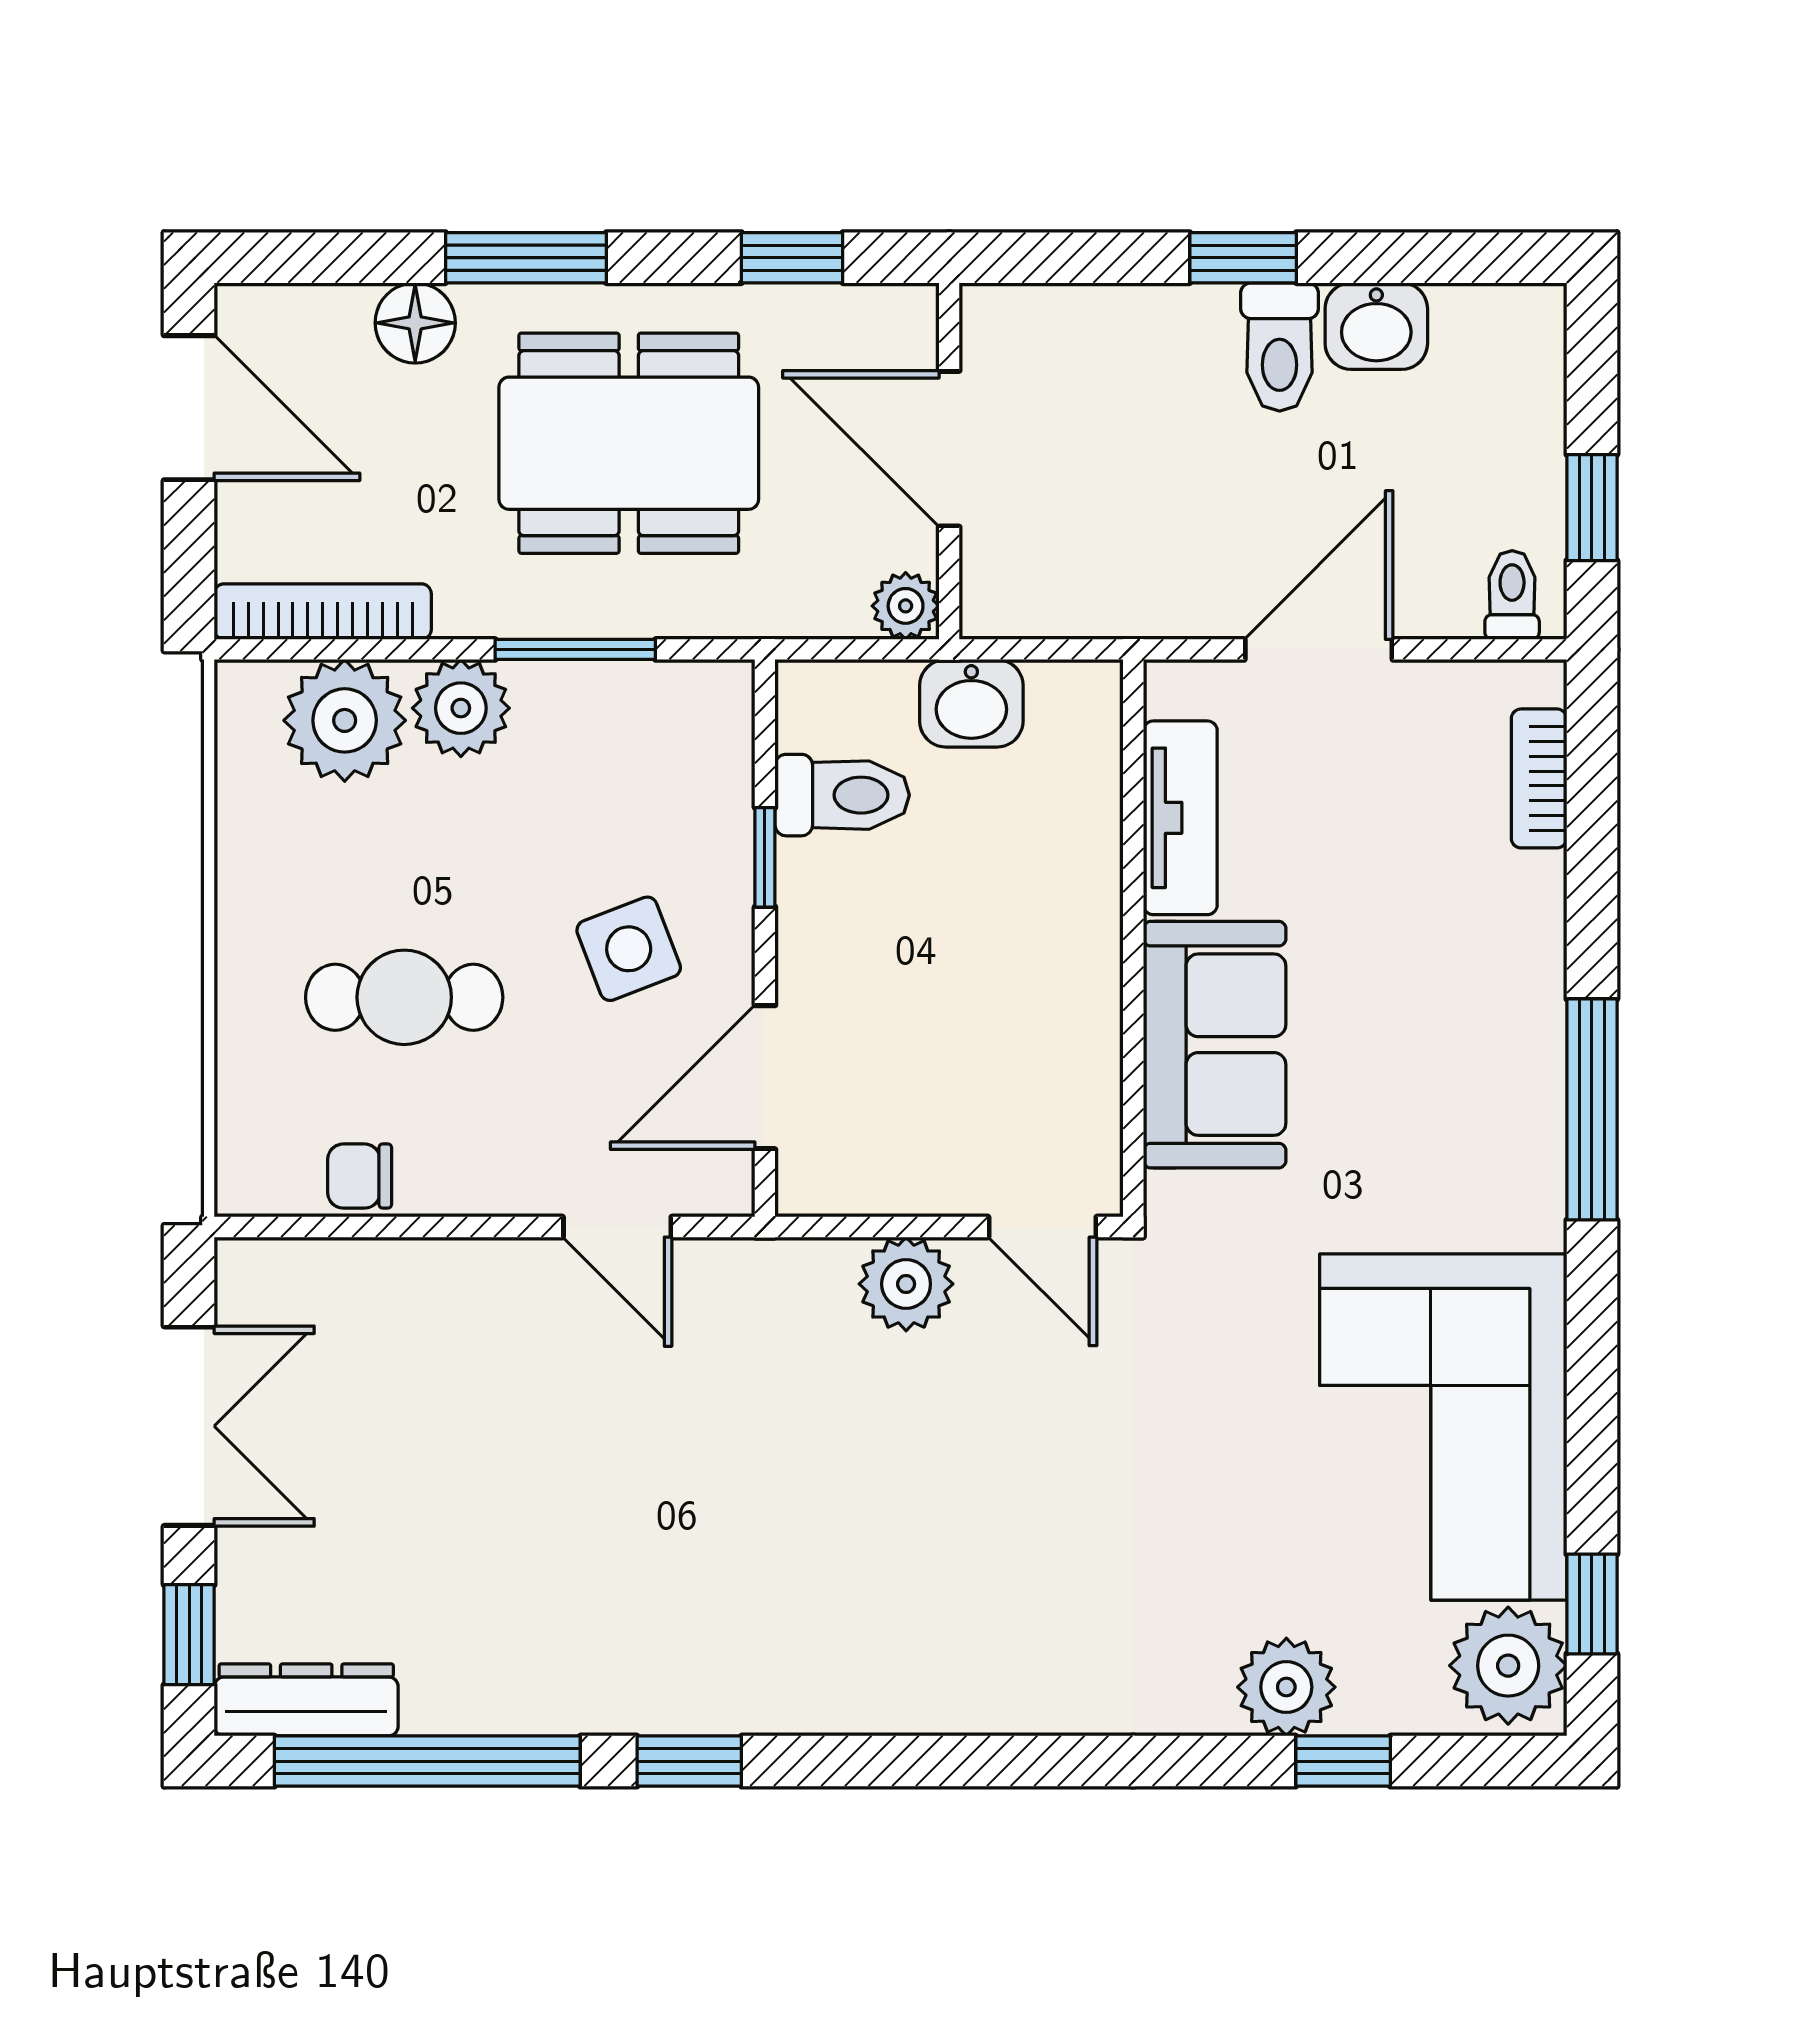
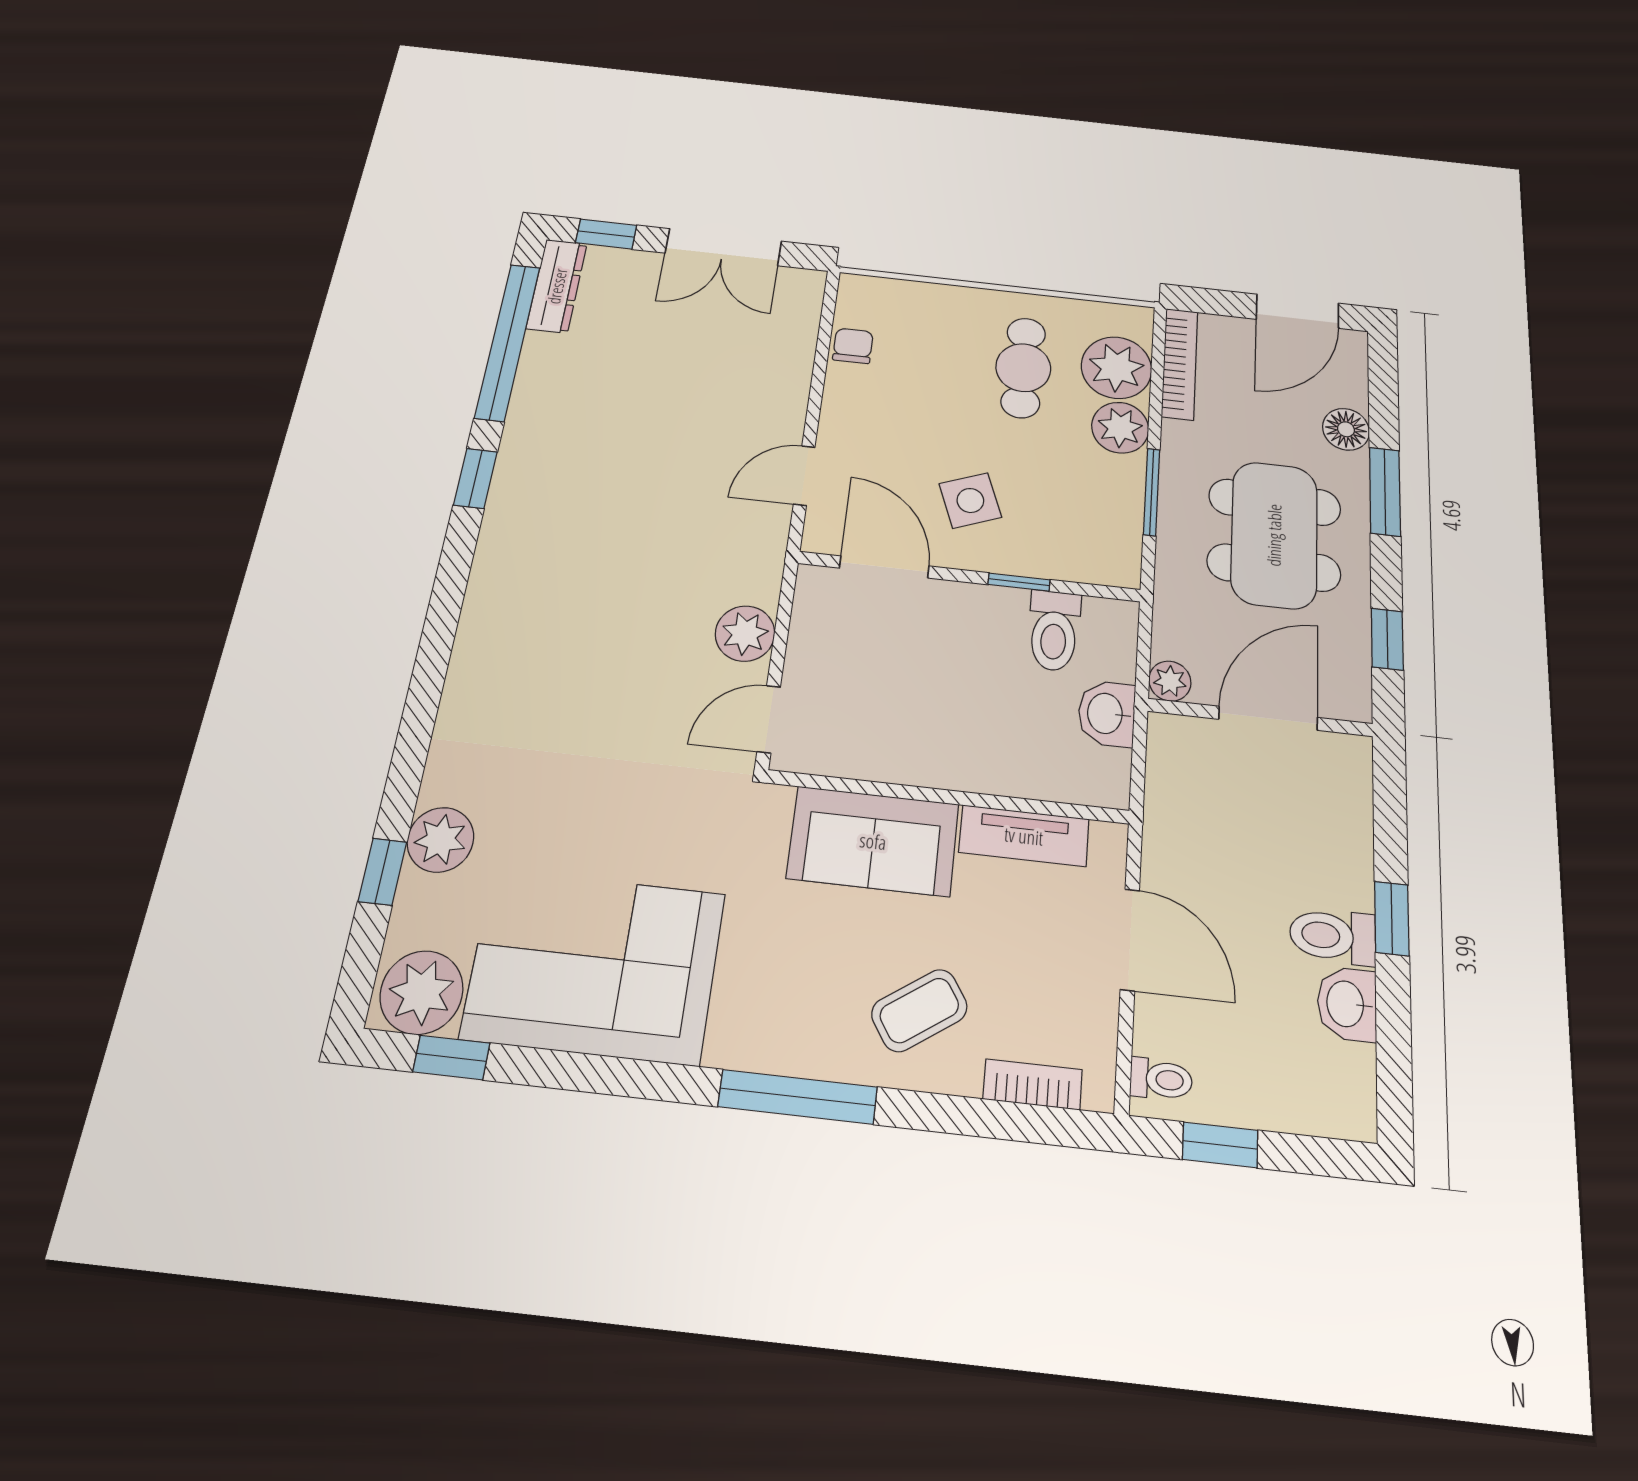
coffee table: (1454, 950) -> (919, 1010), added
cafe table: (404, 997) -> (1023, 368), moved

